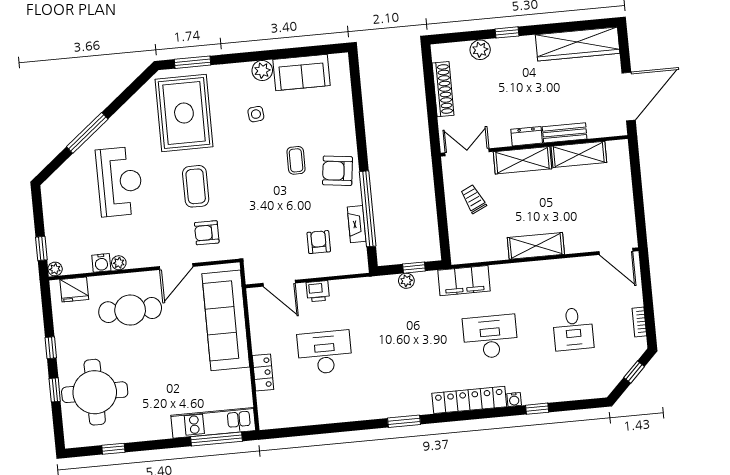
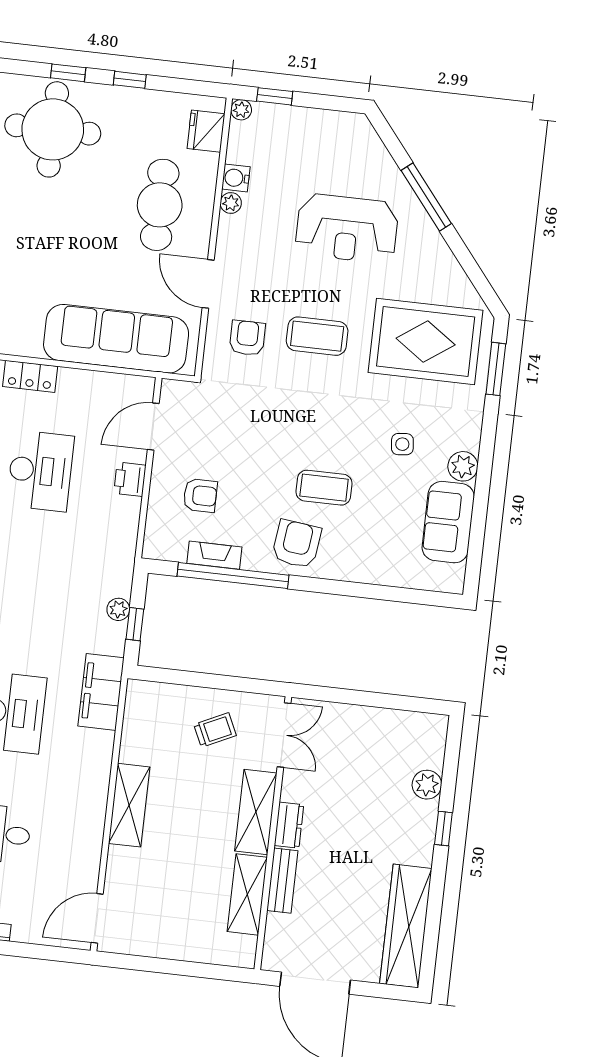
shoe rack: (443, 89) -> (382, 720), removed
coffee table: (296, 160) -> (324, 488), width x1.36, depth x1.30

